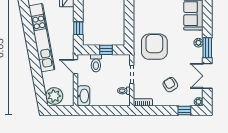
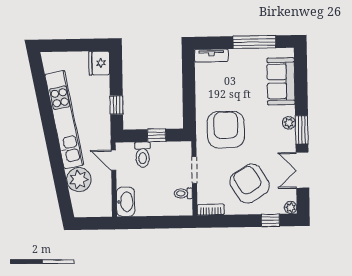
armchair: (170, 85) -> (250, 184), width x1.88, depth x1.88
plant: (54, 96) -> (79, 180), moved

